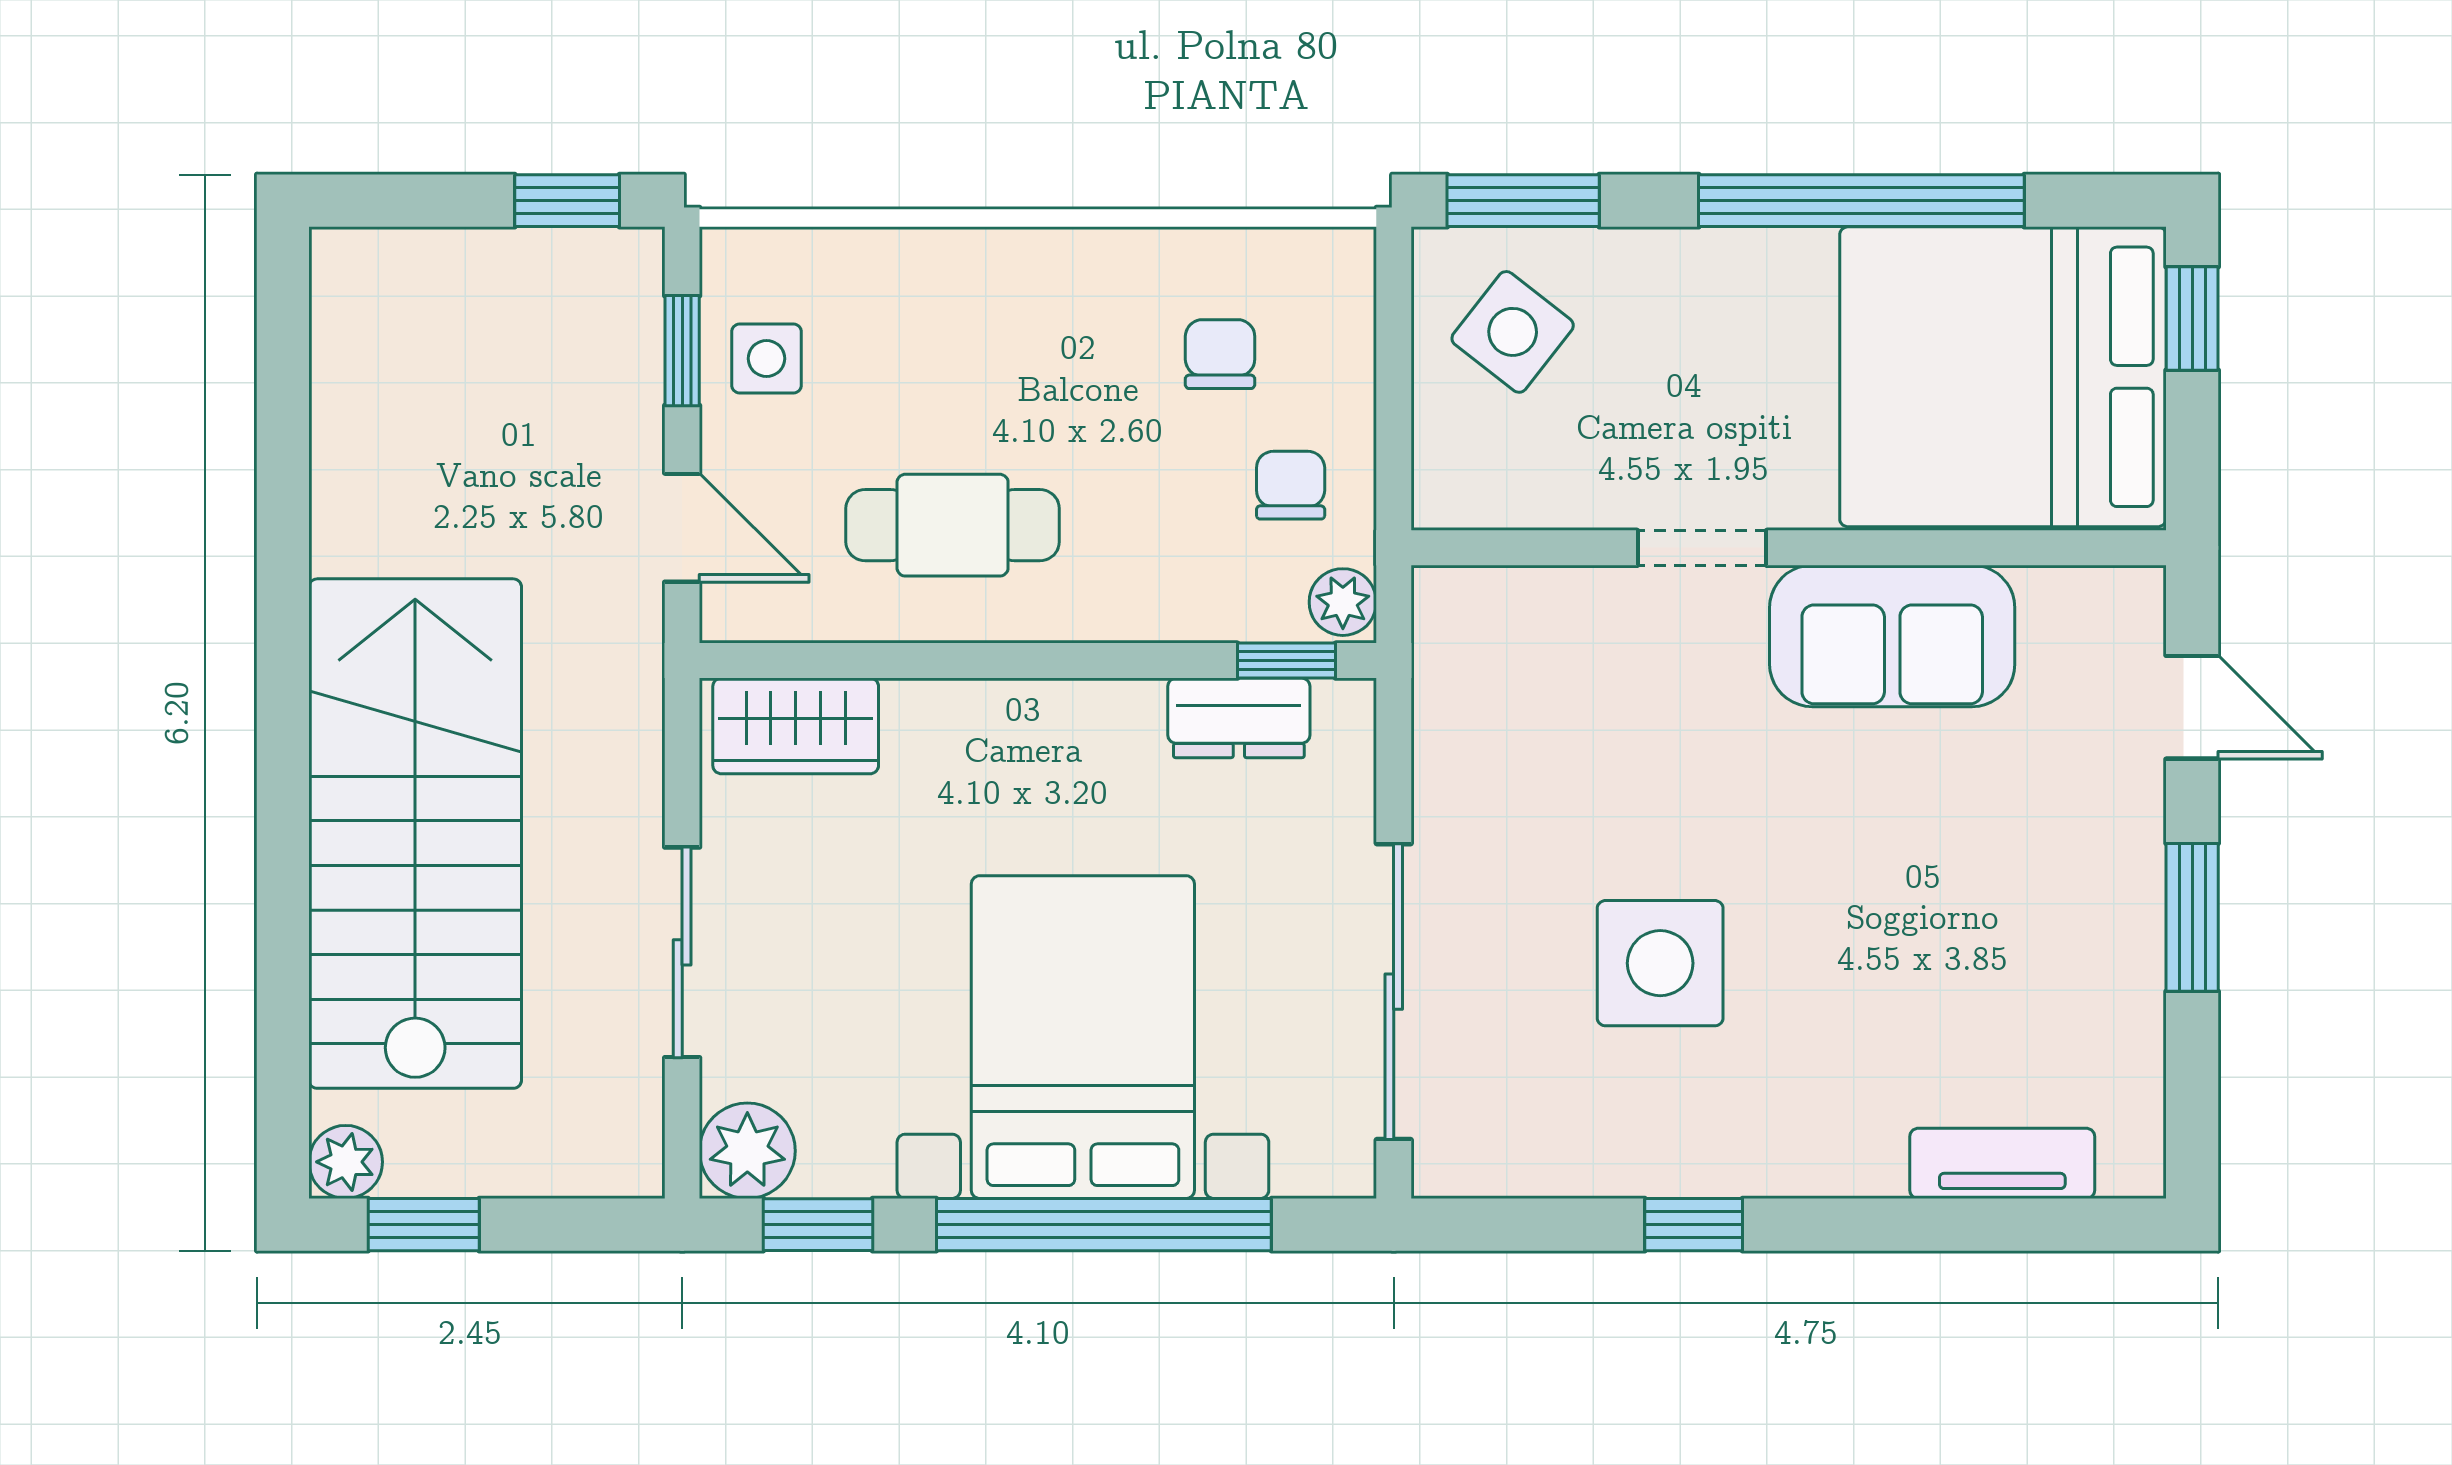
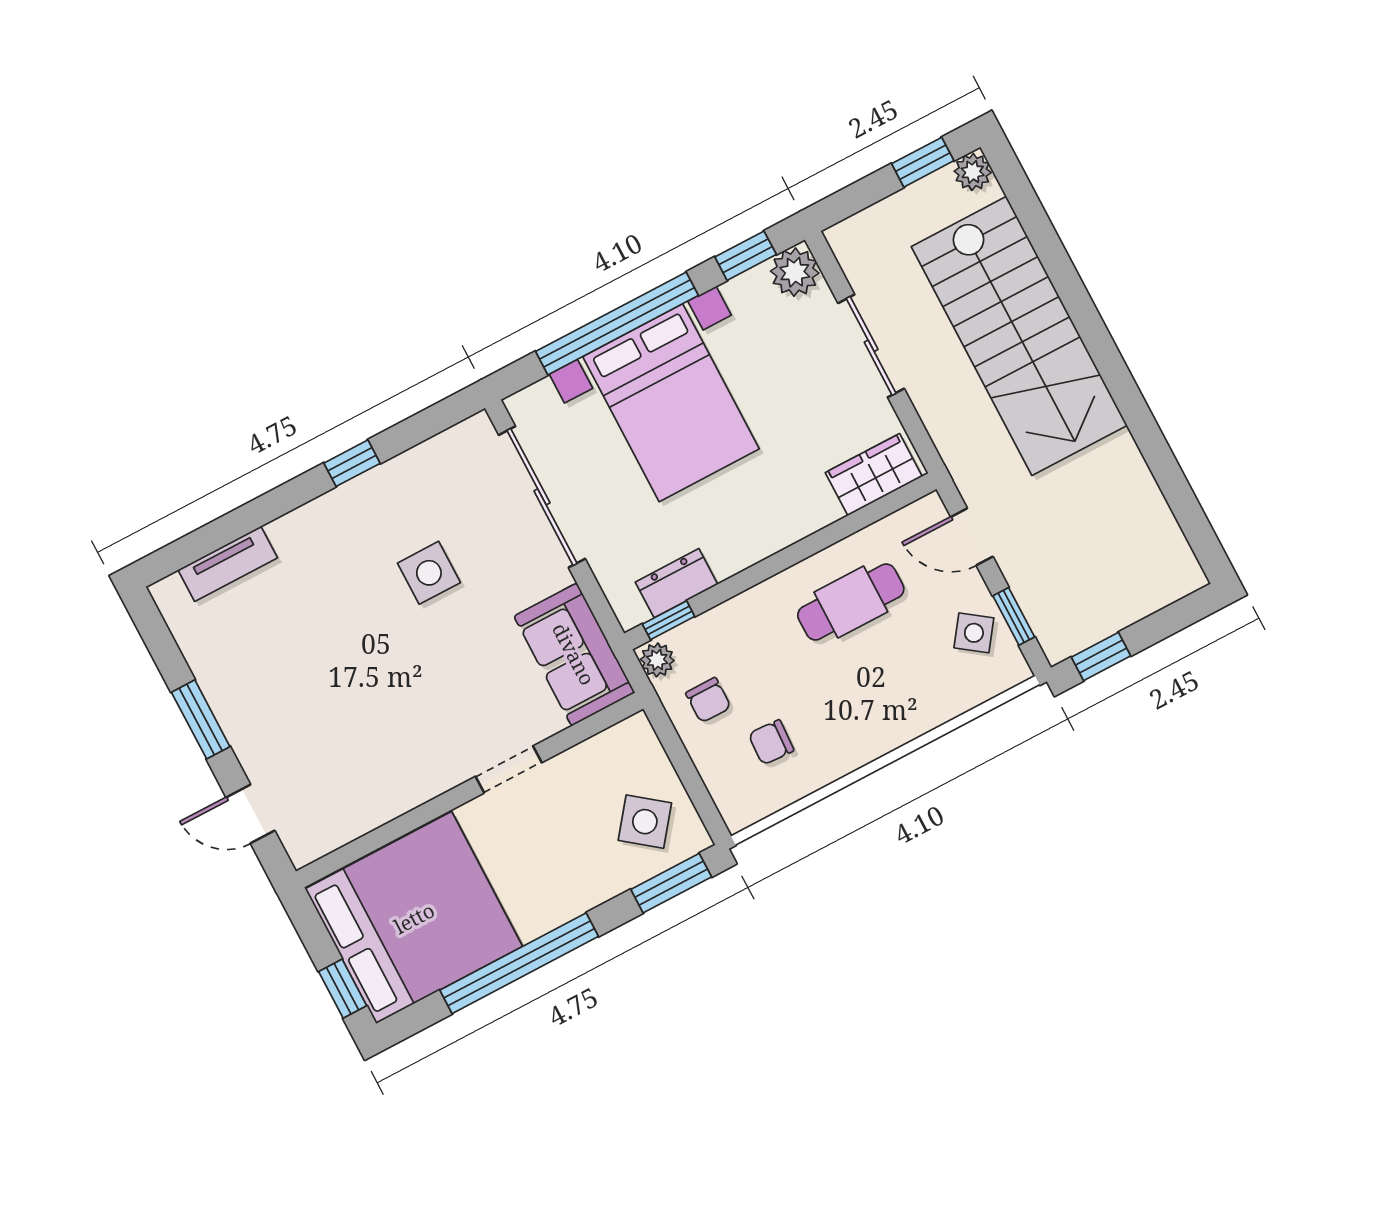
chair: (1220, 354) -> (771, 742), turned 93
side table: (767, 359) -> (974, 633), turned 36
sofa: (1892, 636) -> (574, 654), moved, turned -90
side table: (1660, 963) -> (429, 573), width x0.73, depth x0.73

